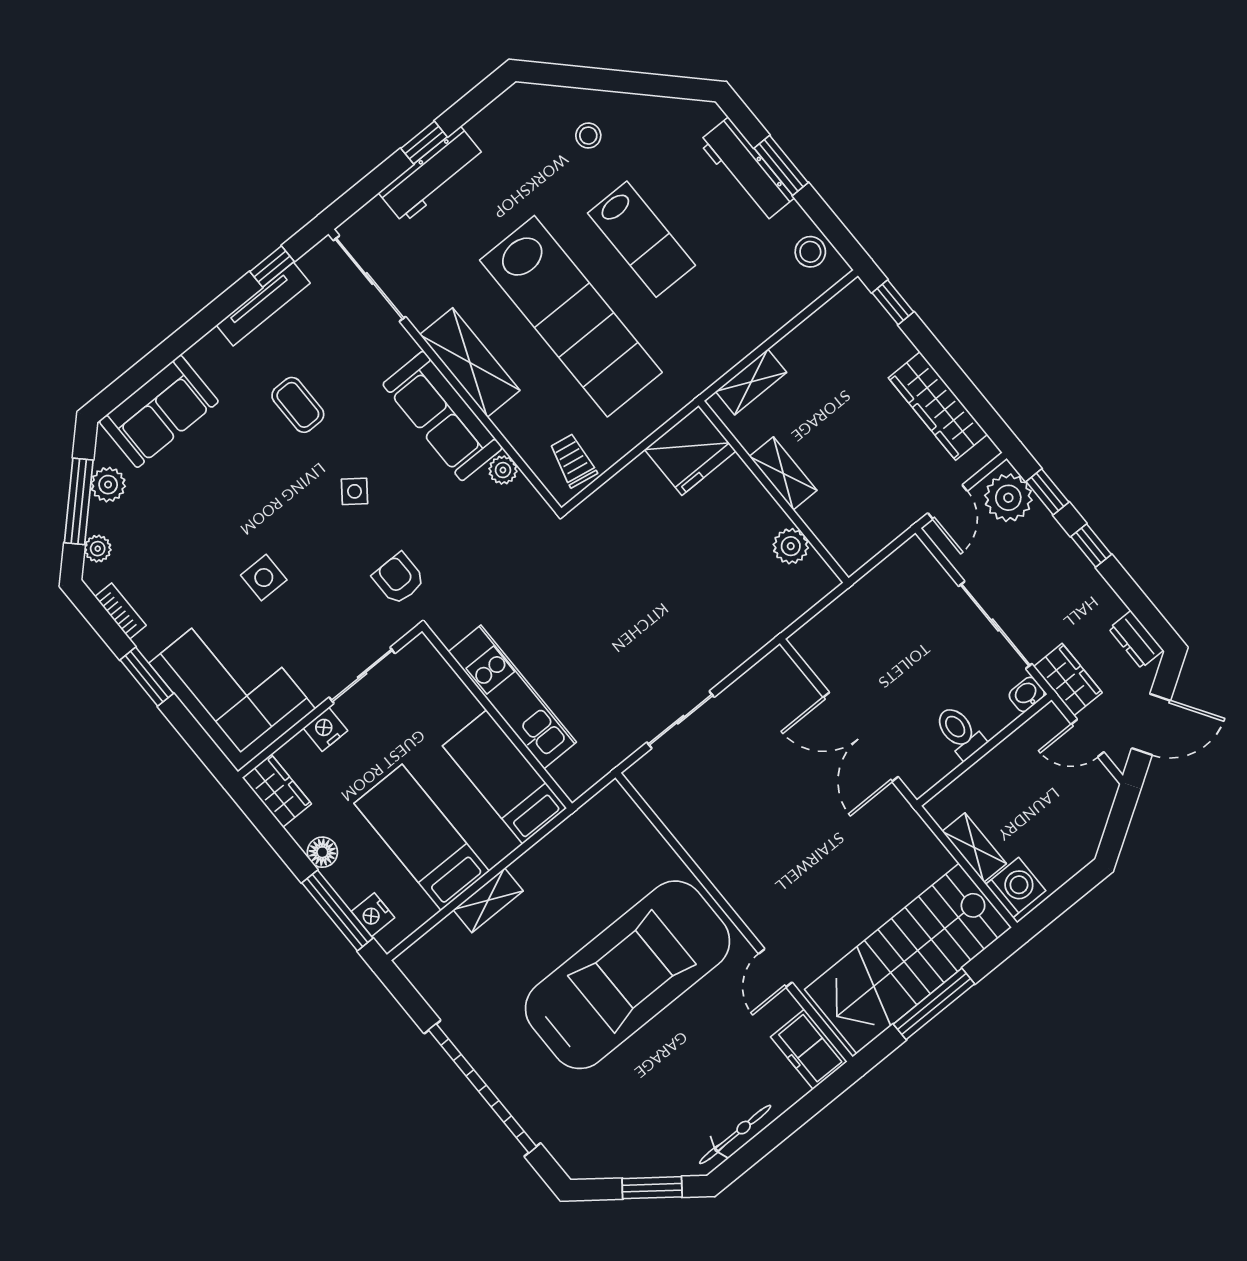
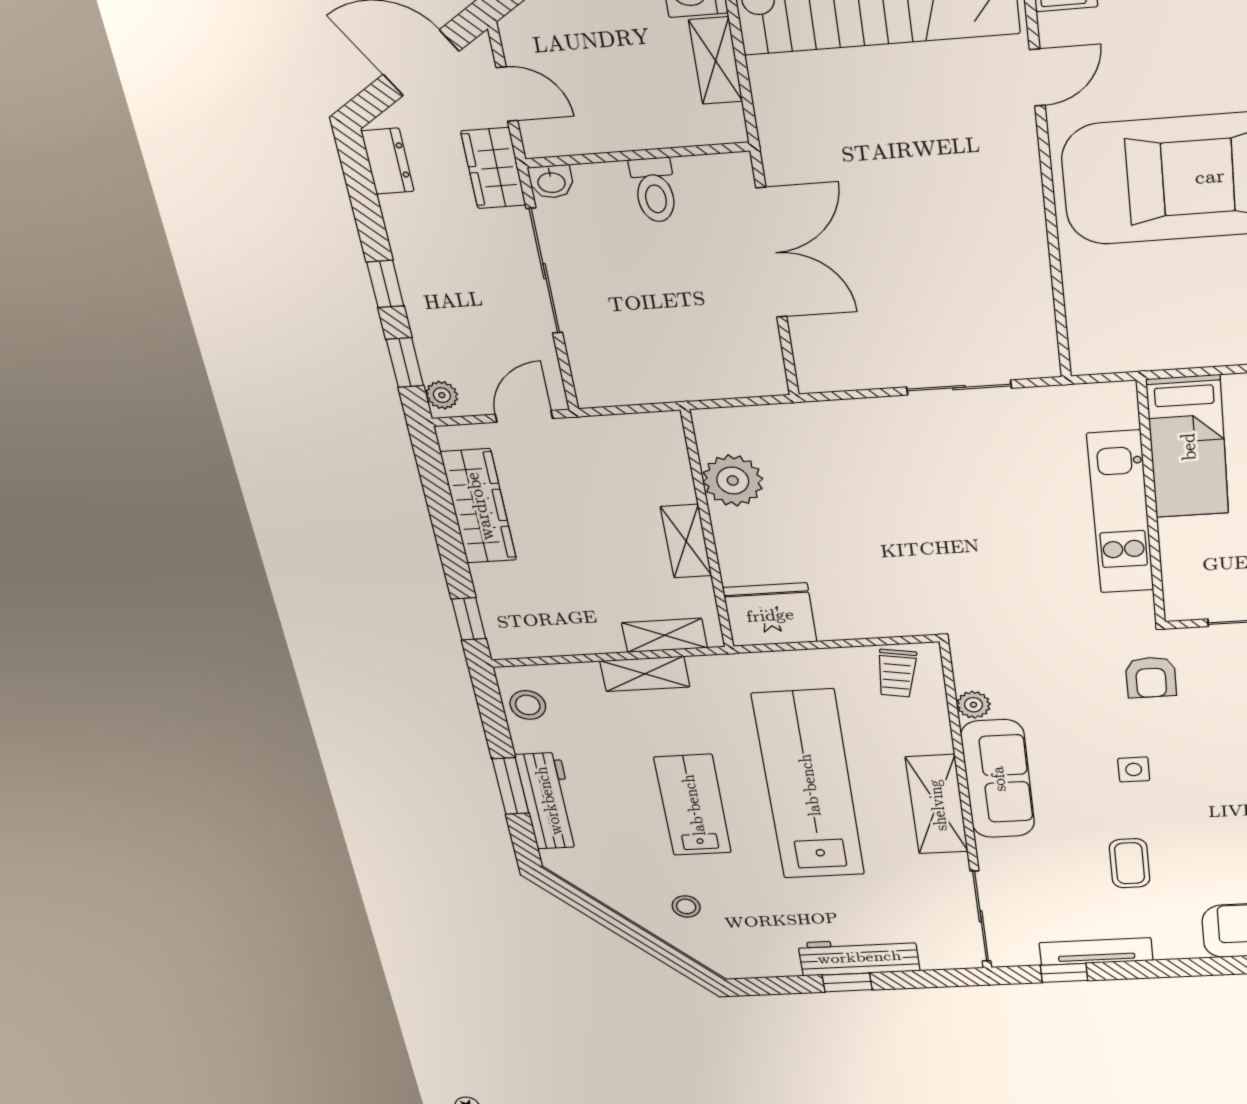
shelving: (745, 338) -> (645, 674), added
side table: (354, 491) -> (1134, 769), turned -37
plant: (1008, 498) -> (442, 395), width x0.53, depth x0.53
plant: (791, 546) -> (733, 481), width x1.36, depth x1.36

